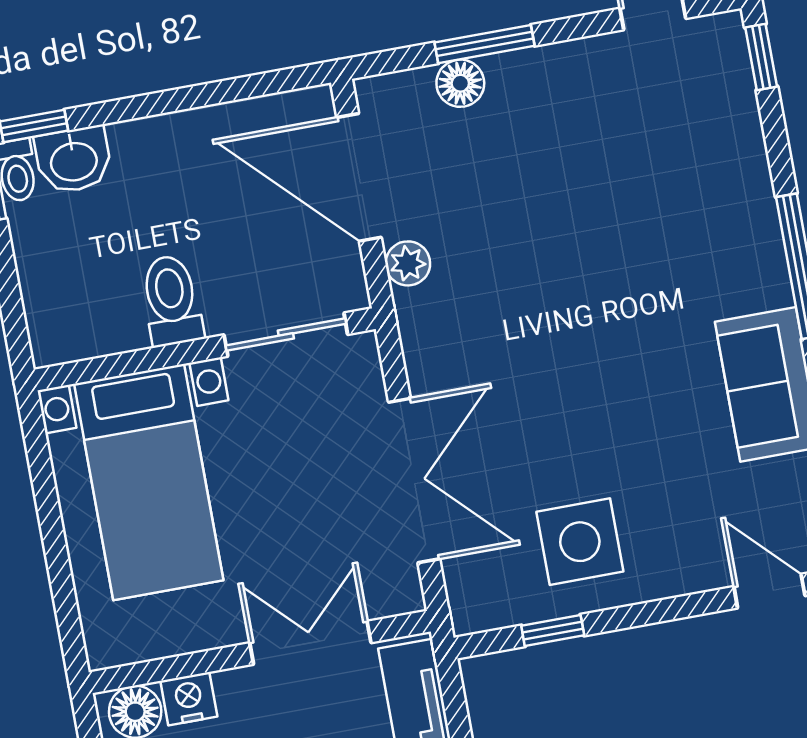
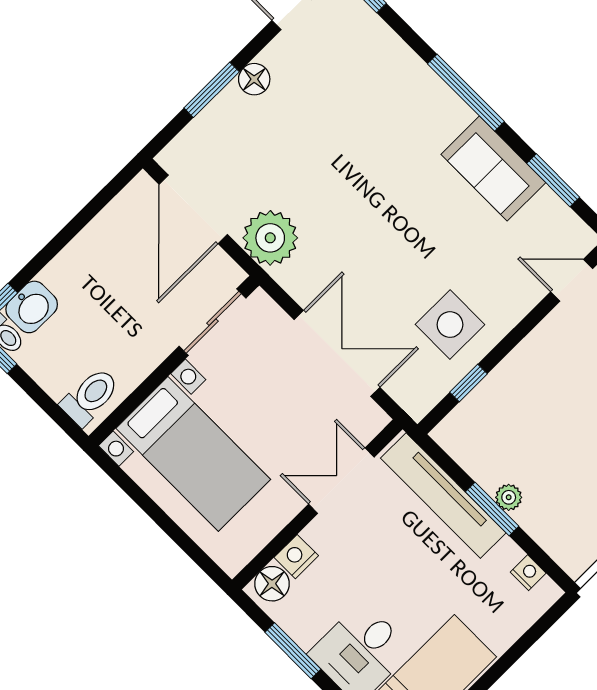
floor lamp: (460, 83) -> (254, 79), moved
door: (359, 177) -> (193, 209), hinge flipped
plant: (408, 263) -> (270, 238), width x1.88, depth x1.88
toilet: (171, 300) -> (90, 397), moved, turned 90

